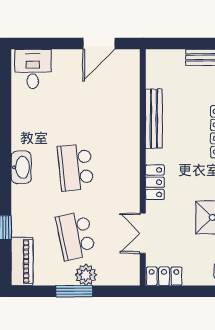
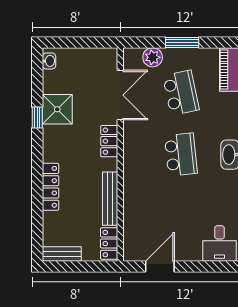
double door: (143, 233) -> (120, 95), width x1.37
plant: (86, 275) -> (153, 57), moved
locker: (164, 276) -> (109, 244), moved, turned 90

